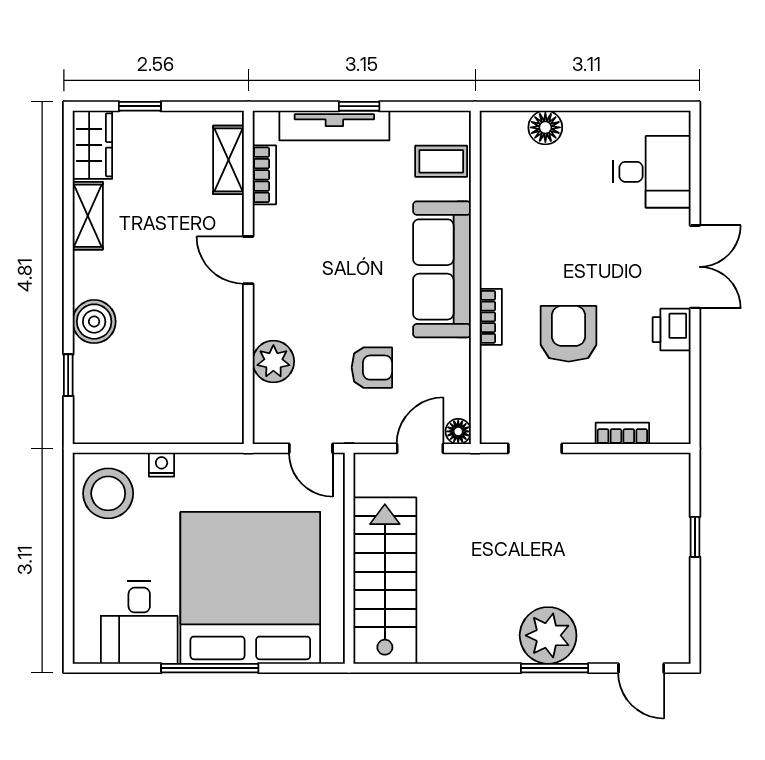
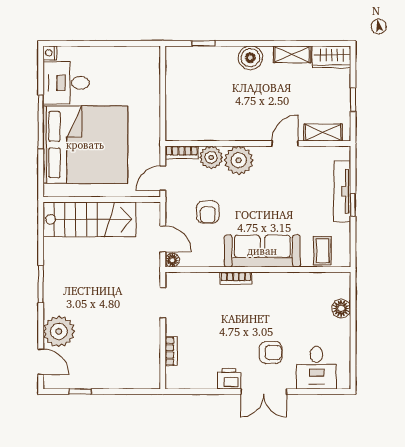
window: (140, 106) -> (353, 100), moved
bookcase: (264, 175) -> (182, 152), moved
door: (248, 260) -> (285, 143), moved
plant: (279, 312) -> (239, 160), added
boiler: (94, 322) -> (250, 58), moved
armchair: (569, 334) -> (271, 353), moved, width x0.72, depth x0.72
nightstand: (162, 465) -> (50, 53), moved, turned 180
stool: (108, 493) -> (138, 66), removed
window: (695, 537) -> (80, 392), moved
plant: (548, 635) -> (59, 331), moved
window: (555, 668) -> (41, 284), moved
door: (641, 668) -> (41, 362), swing flipped

